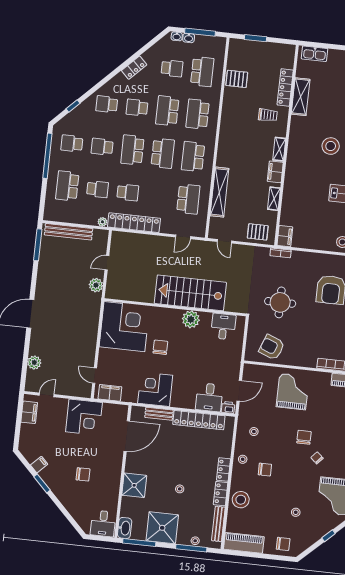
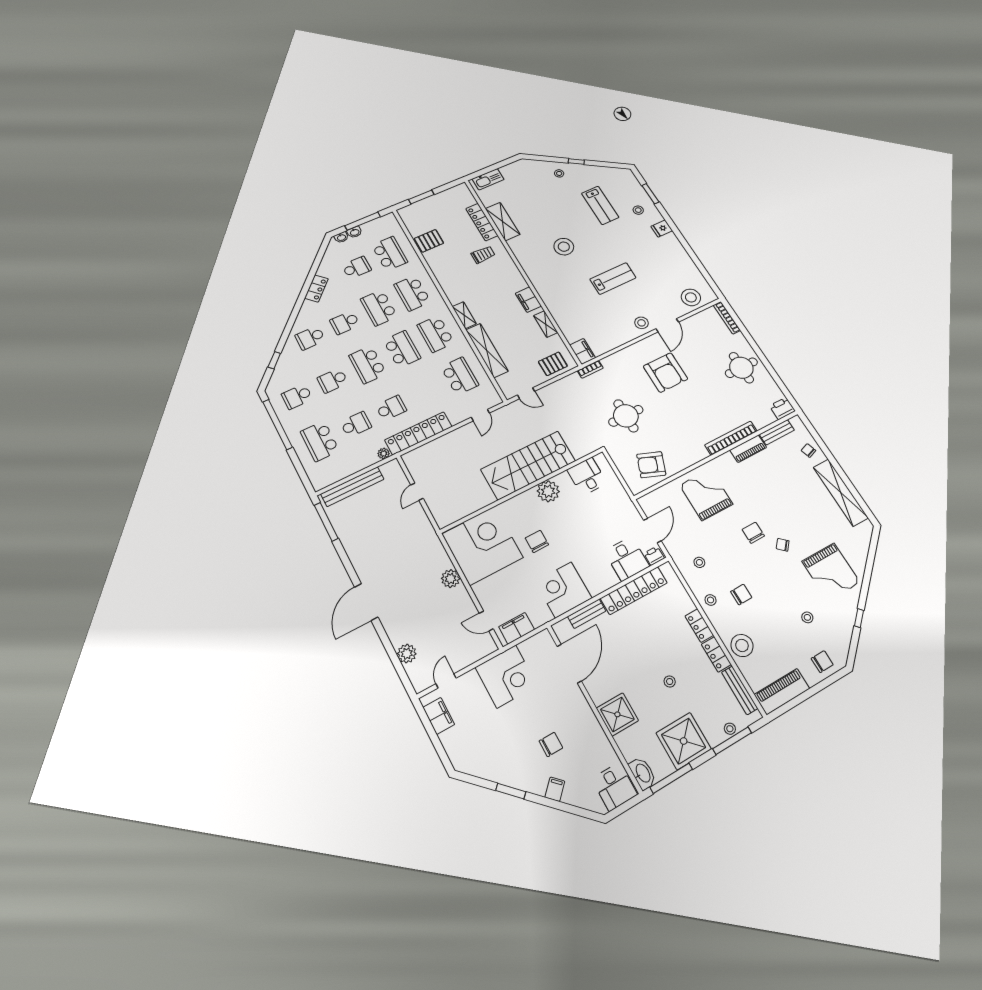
shelving: (279, 149) -> (464, 315), moved
plant: (96, 285) -> (451, 579), moved
filing cabinet: (39, 465) -> (555, 789), moved

